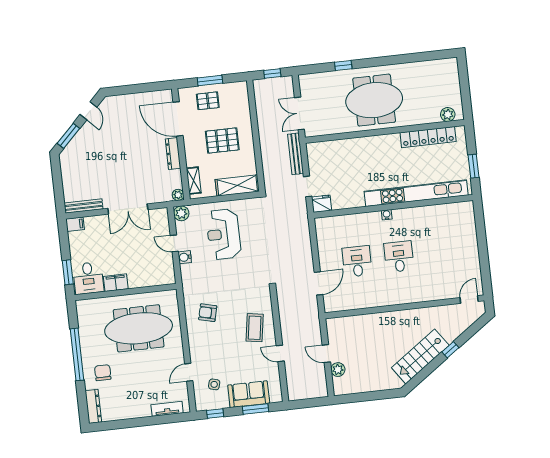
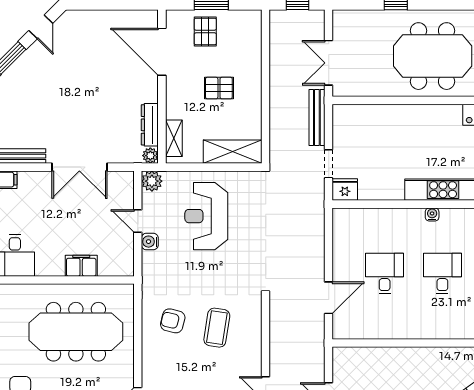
pallet: (208, 101) -> (205, 31), turned 90
pallet: (222, 141) -> (219, 88), width x0.67, depth x0.71
dresser: (173, 154) -> (150, 125), moved
filing cabinet: (116, 283) -> (81, 266), moved
coffee table: (255, 328) -> (217, 328), moved

